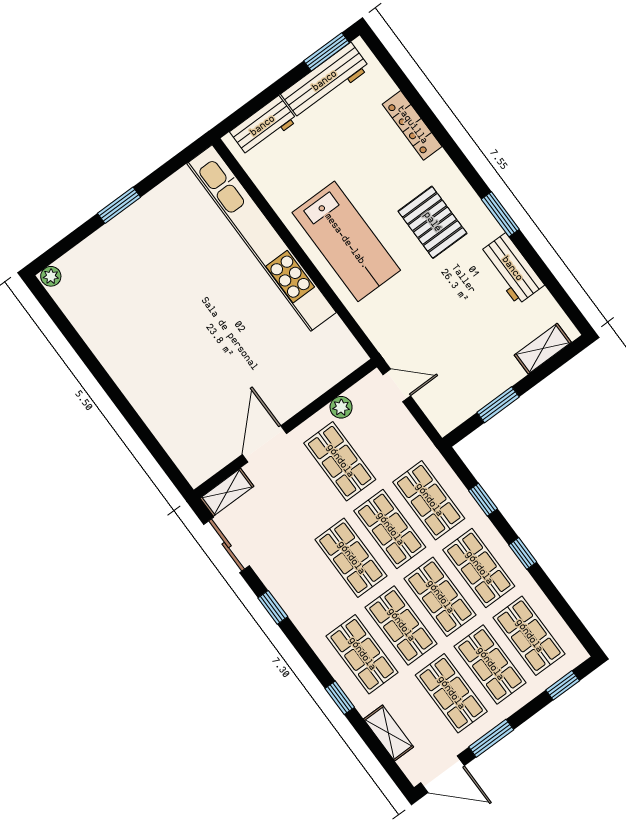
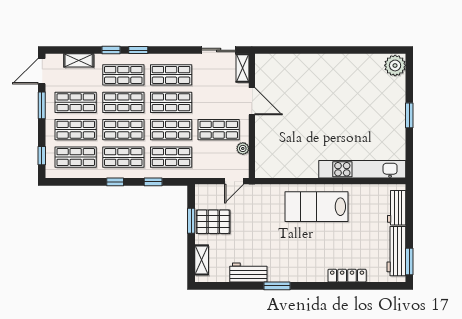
pallet: (432, 222) -> (213, 222), moved
kitchen unit: (262, 238) -> (362, 169), width x0.73
plant: (51, 276) -> (395, 65), width x1.88, depth x1.88
shop shelf: (312, 587) -> (171, 75), added
window: (273, 607) -> (138, 50), moved

